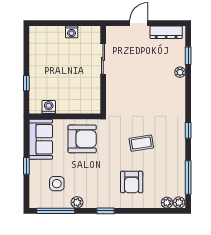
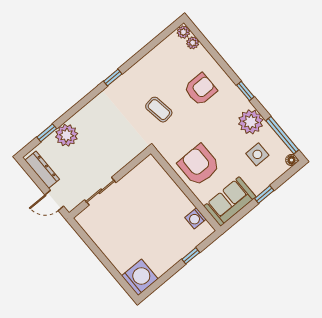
washing machine: (72, 32) -> (140, 277), moved, width x1.89, depth x1.89
sliding door: (103, 59) -> (100, 191), moved
wall: (103, 70) -> (110, 183), moved
plant: (180, 72) -> (67, 135), width x1.88, depth x1.88
window: (188, 178) -> (155, 43), removed
plant: (77, 202) -> (251, 122), width x1.87, depth x1.87
floor lamp: (34, 203) -> (291, 160), added

